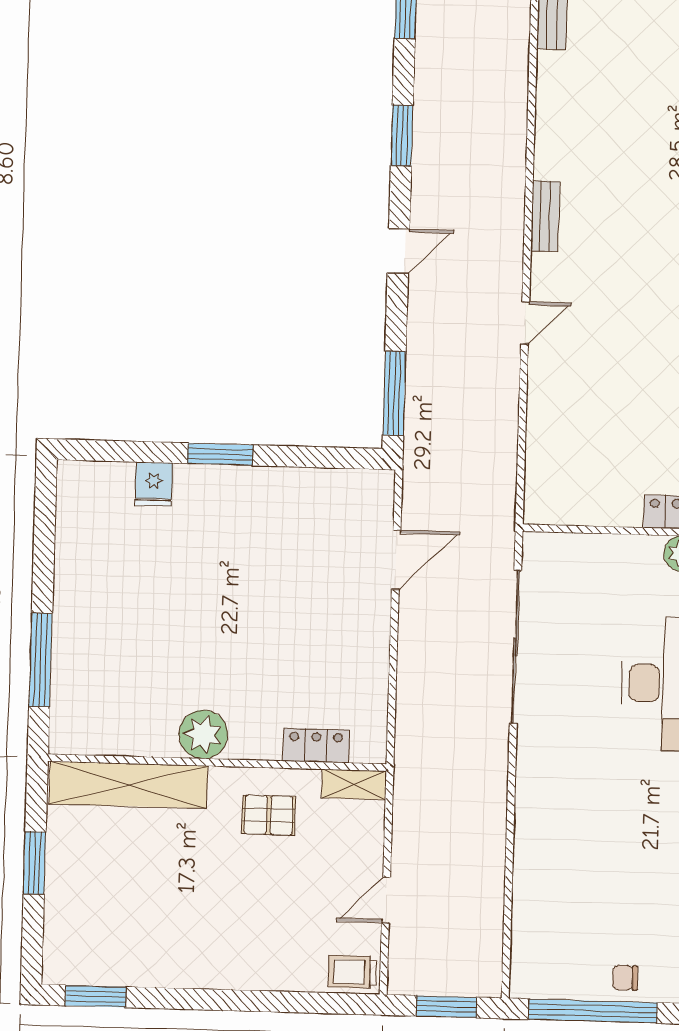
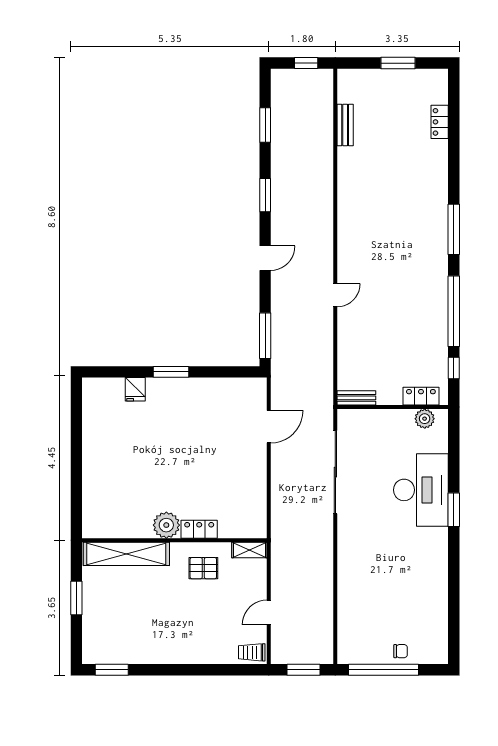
bench: (545, 216) -> (356, 398), moved, turned 90
window: (41, 660) -> (76, 487), removed
locker: (316, 745) -> (199, 529), moved
chair: (625, 978) -> (401, 651), turned 180

